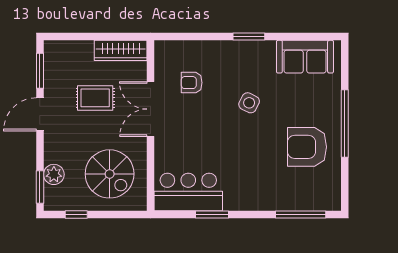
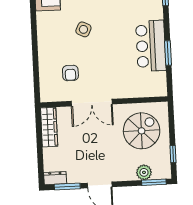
window: (249, 37) -> (34, 32), removed
dresser: (52, 55) -> (55, 178), added
rug: (95, 98) -> (85, 144), removed
bar counter: (188, 192) -> (151, 46), moved

